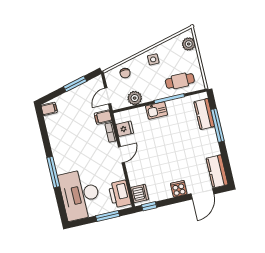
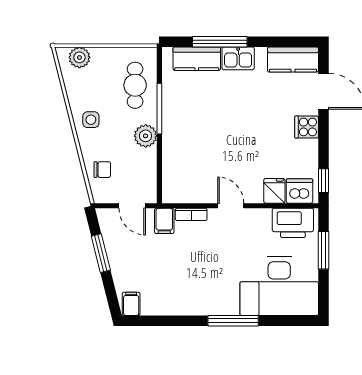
plant: (135, 98) -> (146, 136), moved
kitchen sink: (156, 110) -> (238, 58), moved, turned 90
fridge: (125, 129) -> (274, 191), moved

